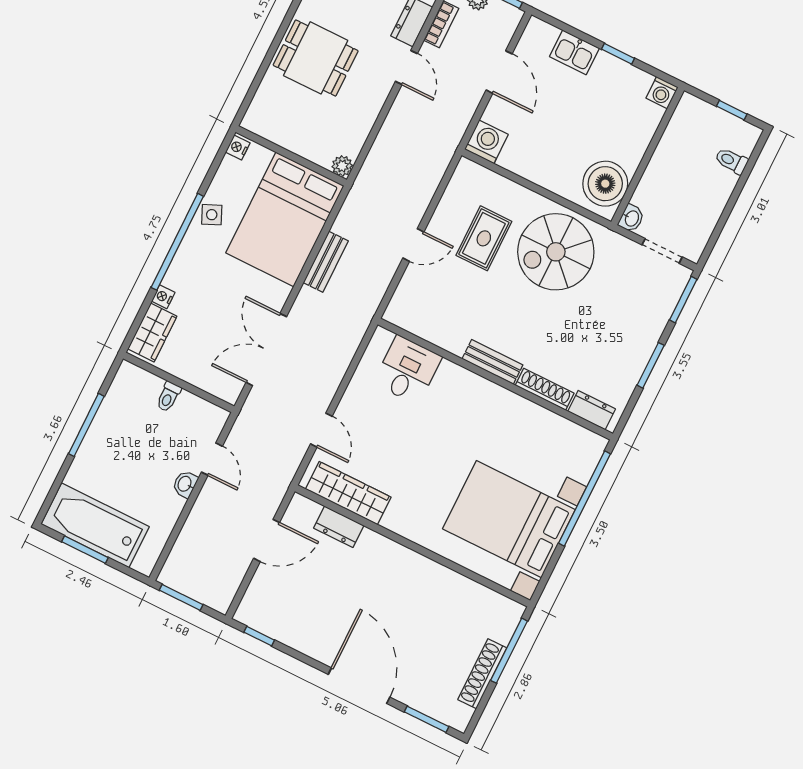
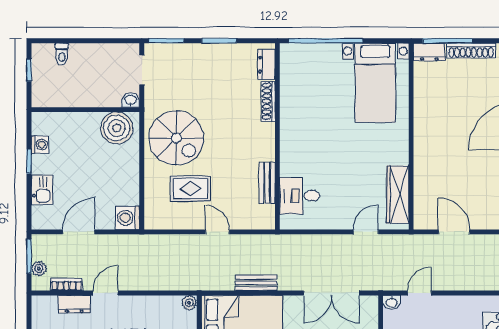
washing machine: (662, 93) -> (40, 145), moved
bench: (492, 362) -> (267, 183), moved
washbasin: (185, 484) -> (392, 302), moved
bed with nightstands: (509, 519) -> (375, 83), width x0.73
dresser: (339, 527) -> (429, 52), moved, turned 90

